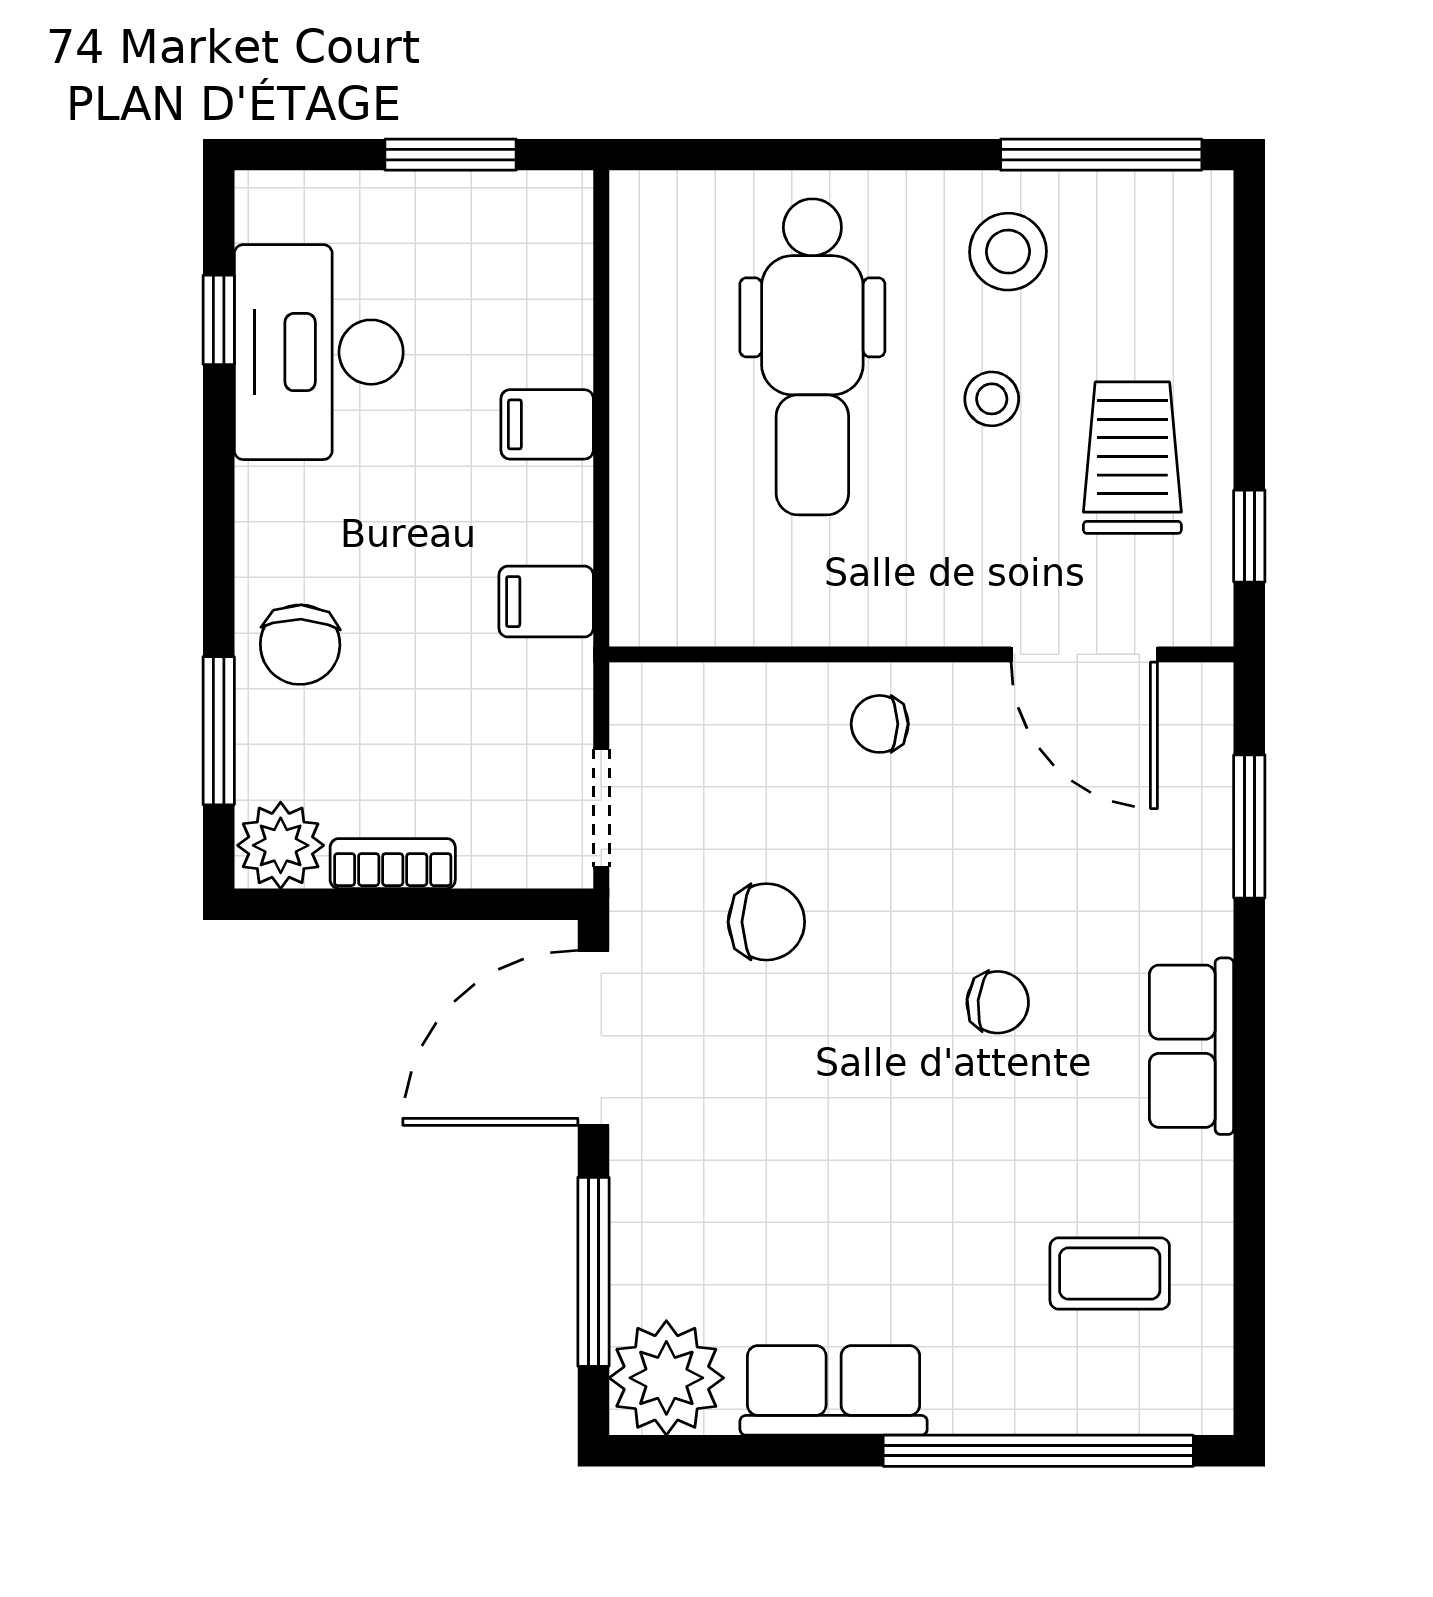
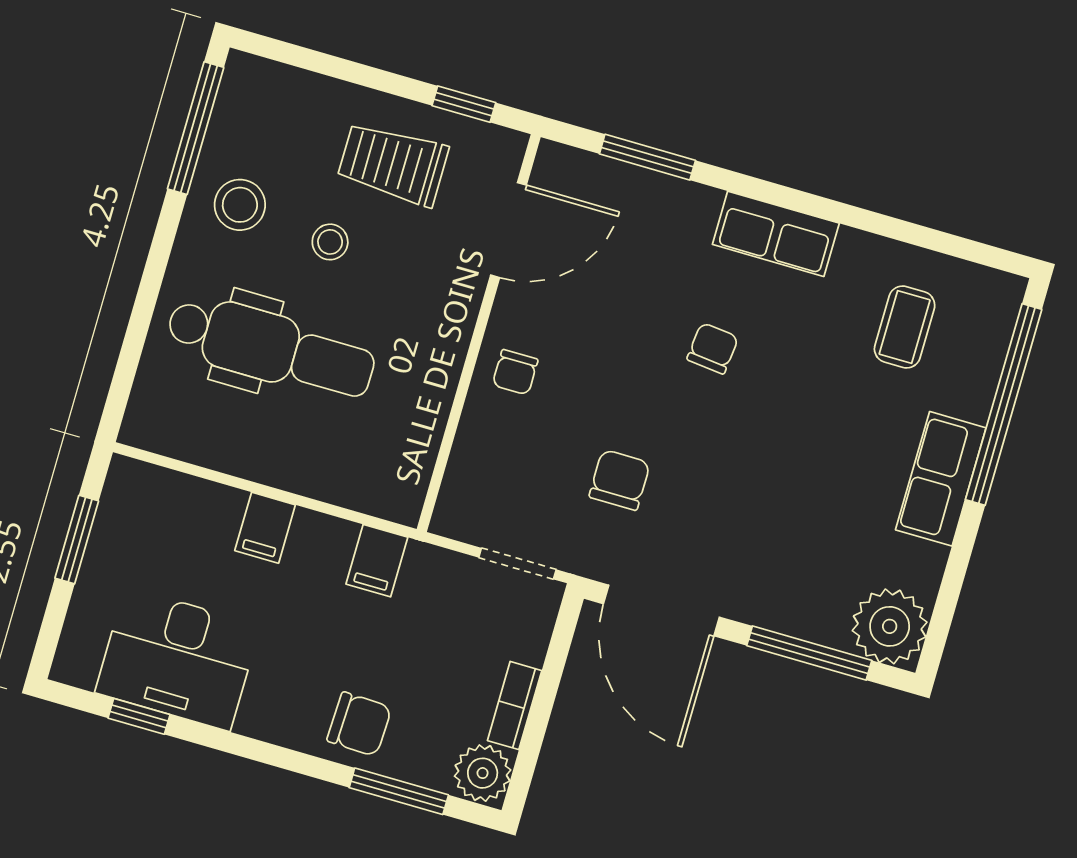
row of seats: (834, 1390) -> (941, 479), moved

